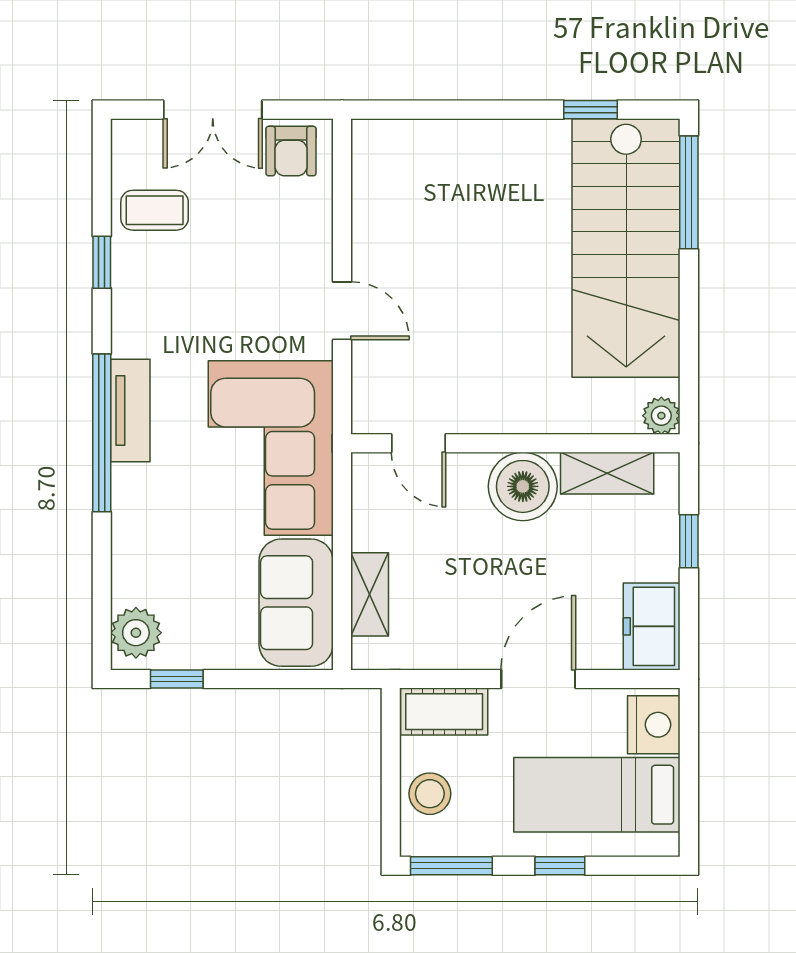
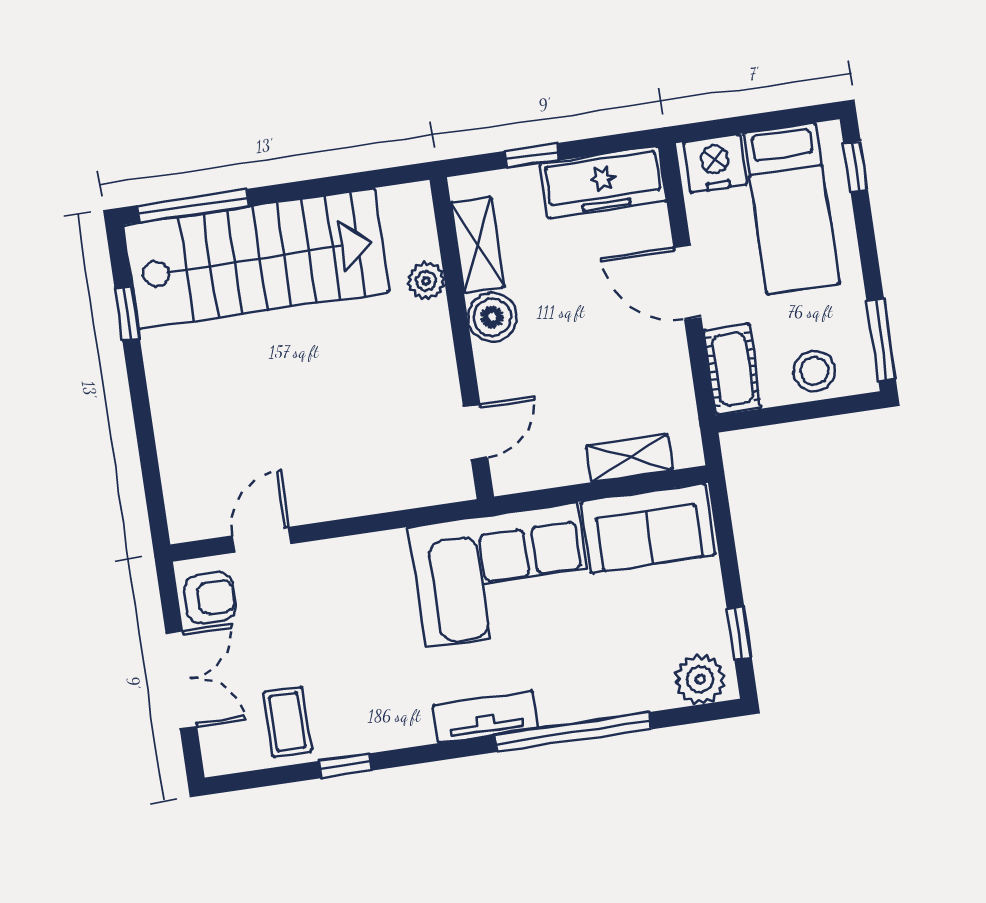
door: (342, 311) -> (262, 540), moved
plant: (661, 416) -> (426, 281), moved
window: (102, 433) -> (573, 732), moved
boiler: (523, 486) -> (492, 317), width x0.73, depth x0.73
freezer: (652, 626) -> (603, 182), width x1.40
window: (560, 866) -> (856, 167), moved

